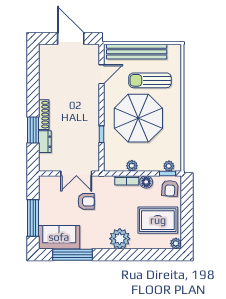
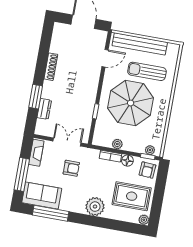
shoe rack: (44, 115) -> (51, 67), moved
double door: (76, 173) -> (67, 142), swing flipped
fireplace: (45, 191) -> (36, 153), added

